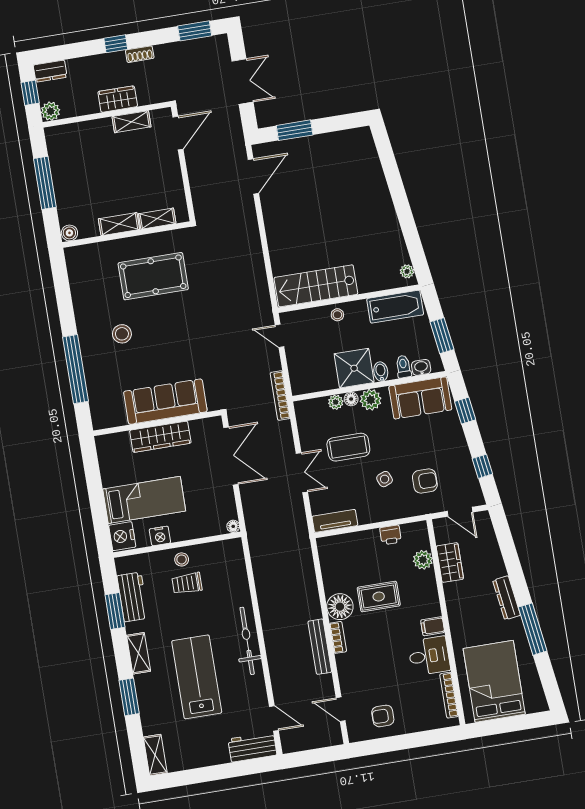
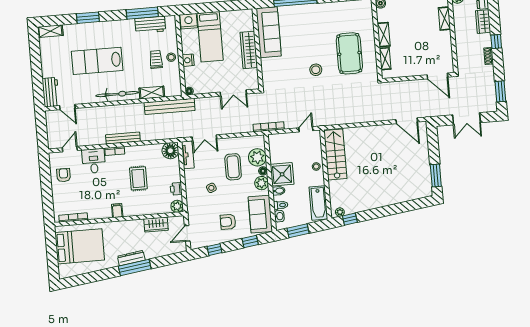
wardrobe: (118, 99) -> (483, 22), moved, turned 180
shelving: (132, 122) -> (444, 19), moved
window: (295, 130) -> (436, 176), moved
window: (417, 255) -> (350, 219), added
stool: (122, 334) -> (316, 70), moved
sofa: (165, 402) -> (269, 32), moved
plant: (336, 402) -> (257, 157), width x1.88, depth x1.88
double door: (231, 456) -> (233, 93), width x0.73
double door: (302, 473) -> (204, 138), moved
armchair: (425, 481) -> (228, 222), moved, turned 90
nightstand: (160, 536) -> (188, 60), moved
bench: (260, 556) -> (170, 106), added
plant: (423, 560) -> (177, 206), moved
floor lamp: (340, 607) -> (170, 151), moved
window: (115, 611) -> (142, 13), width x1.44
window: (533, 629) -> (135, 267), moved
bench: (320, 647) -> (123, 138), moved
shelving: (139, 653) -> (152, 93), moved
desk: (429, 656) -> (94, 161), moved, turned 180
lab bench: (197, 677) -> (97, 61), turned 180
door: (274, 718) -> (67, 107), hinge flipped

